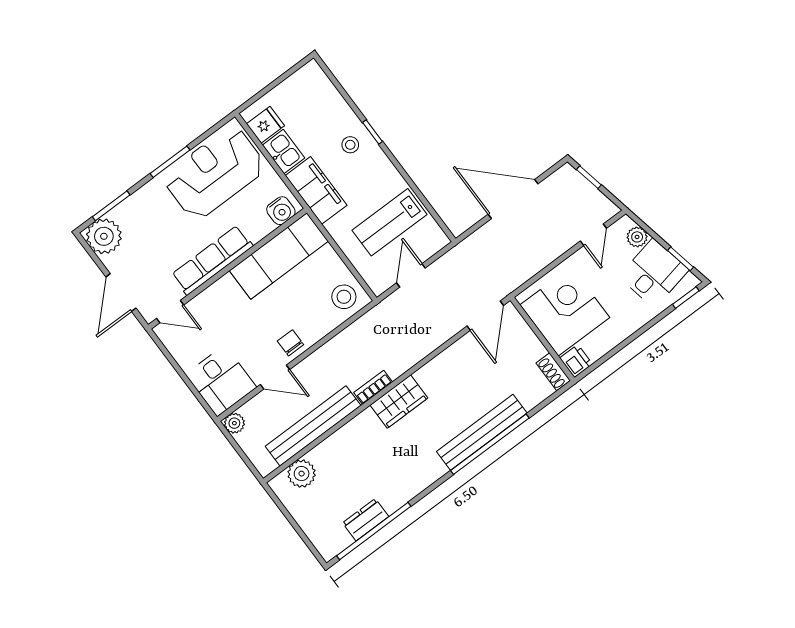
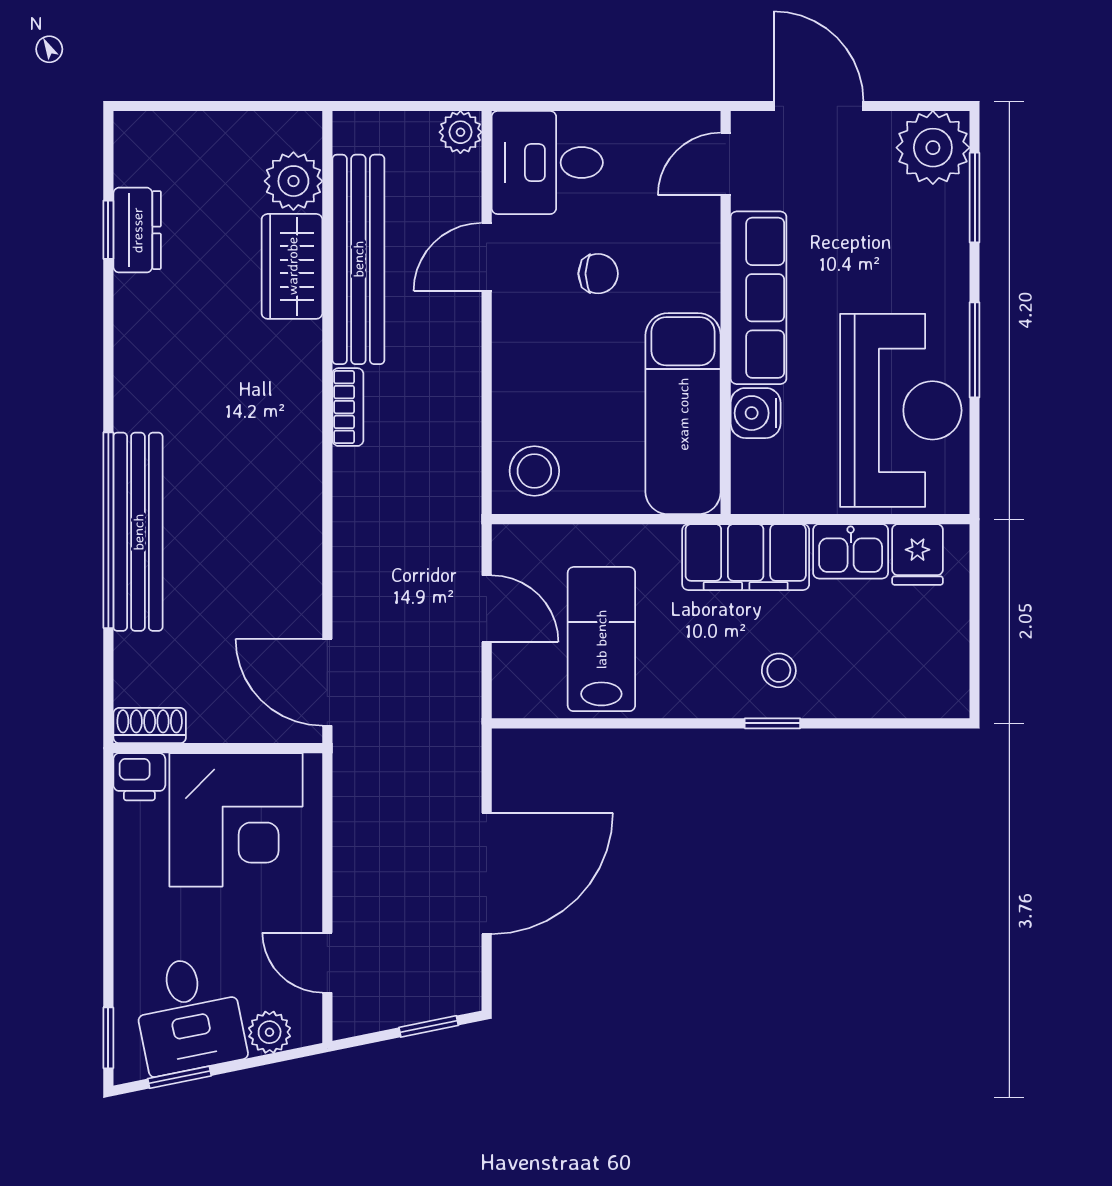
water cooler: (281, 211) -> (756, 413), moved
chair: (291, 343) -> (598, 274), moved
wardrobe: (399, 402) -> (292, 266), moved
window: (374, 531) -> (108, 230), width x0.32

